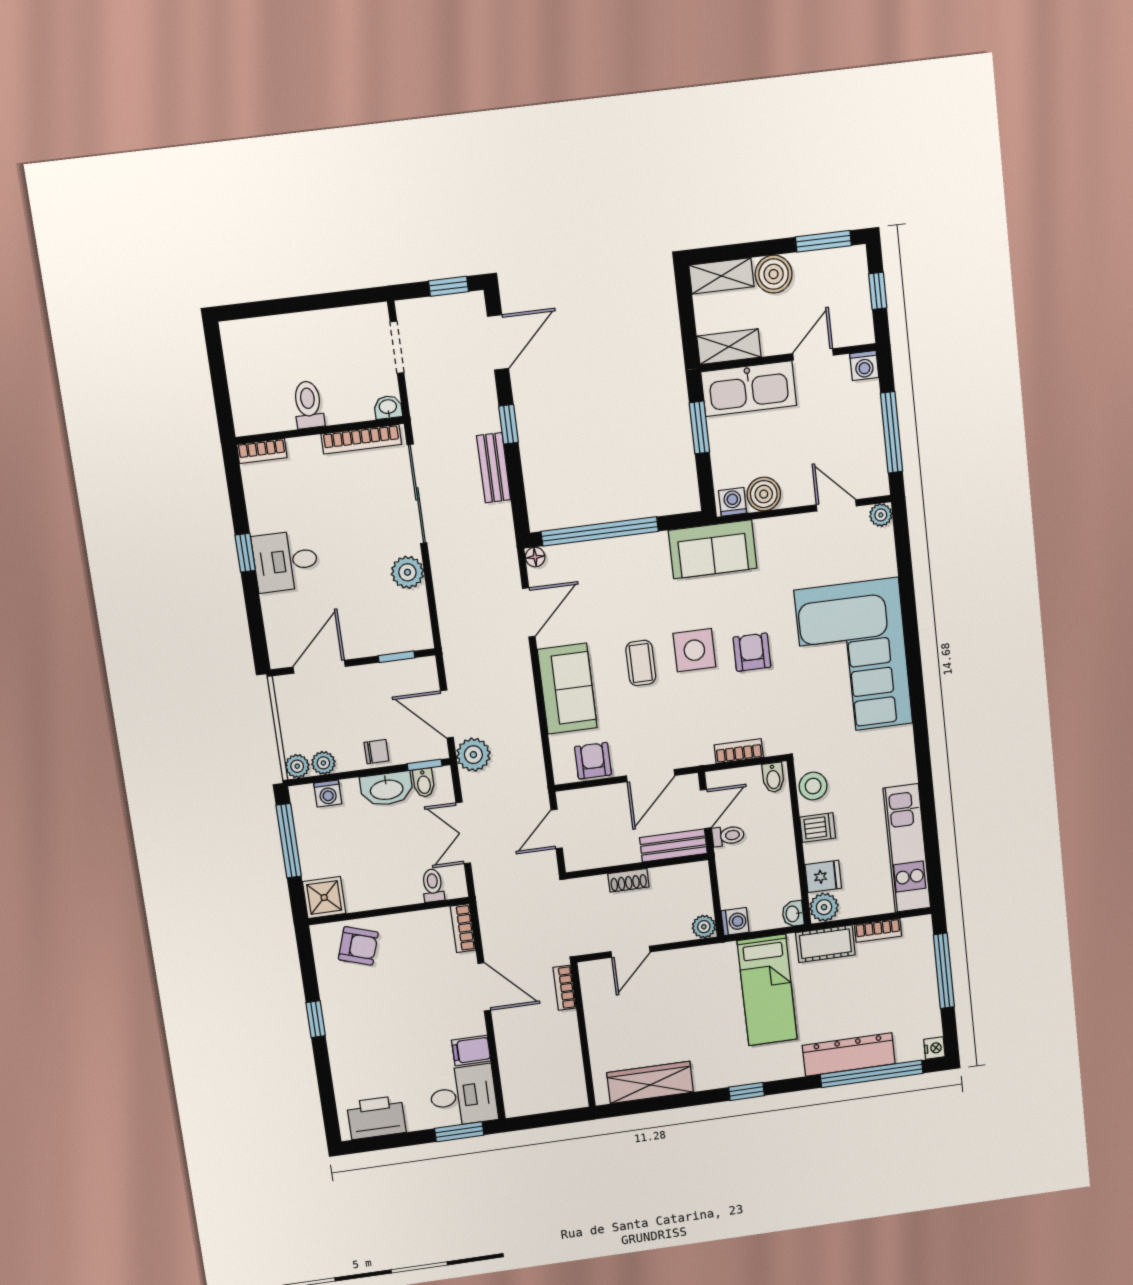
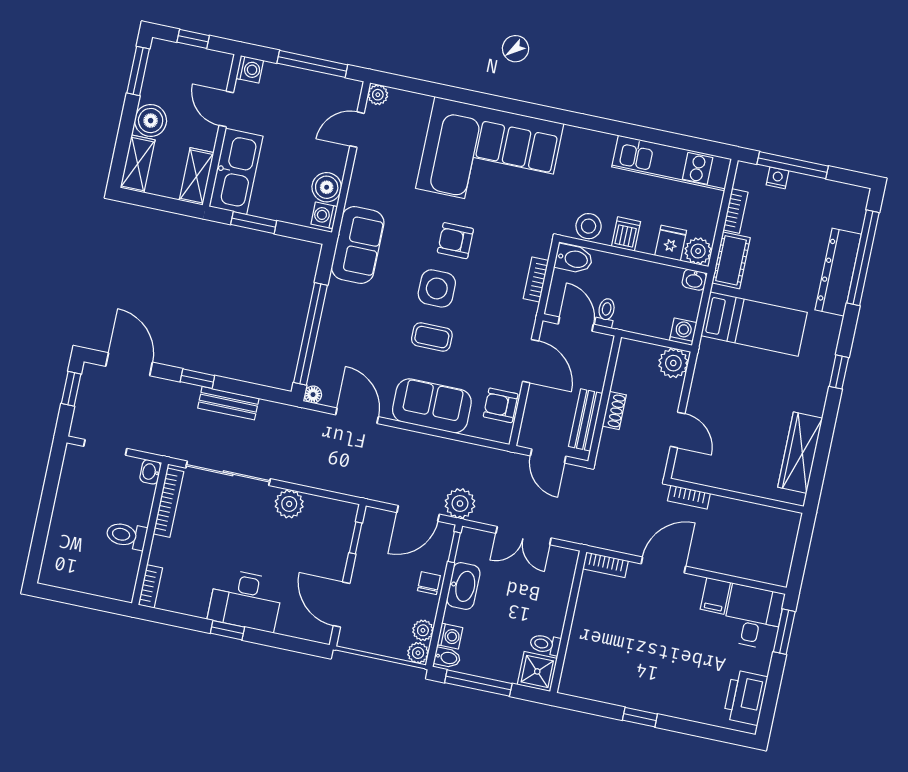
desk: (286, 561) -> (246, 600), width x1.37
bidet: (773, 778) -> (574, 259), width x1.38, depth x1.36
bidet: (424, 783) -> (447, 658), moved
bench: (673, 846) -> (586, 420), moved
toilet: (433, 885) -> (545, 644), moved
plant: (704, 927) -> (673, 363), width x1.38, depth x1.38
armchair: (358, 946) -> (589, 658), removed
nightstand: (934, 1048) -> (777, 178), moved

